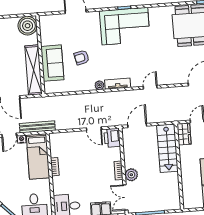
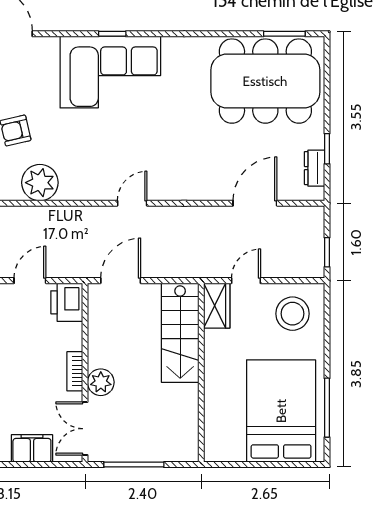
tv unit: (118, 84) -> (86, 191), removed
plant: (99, 85) -> (40, 183), width x1.88, depth x1.88
door: (150, 87) -> (132, 203), moved
door: (94, 129) -> (30, 281), swing flipped

